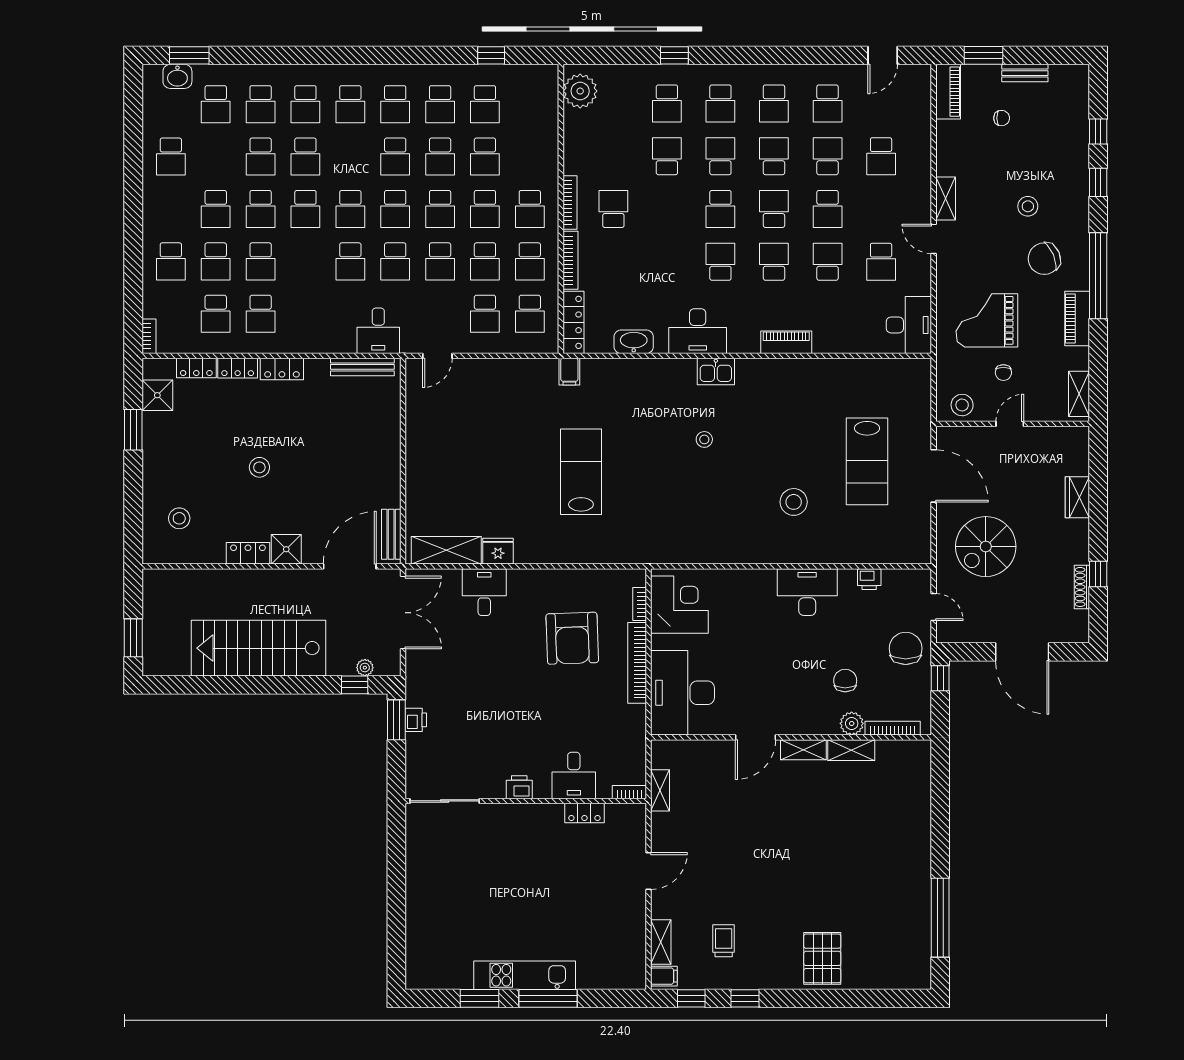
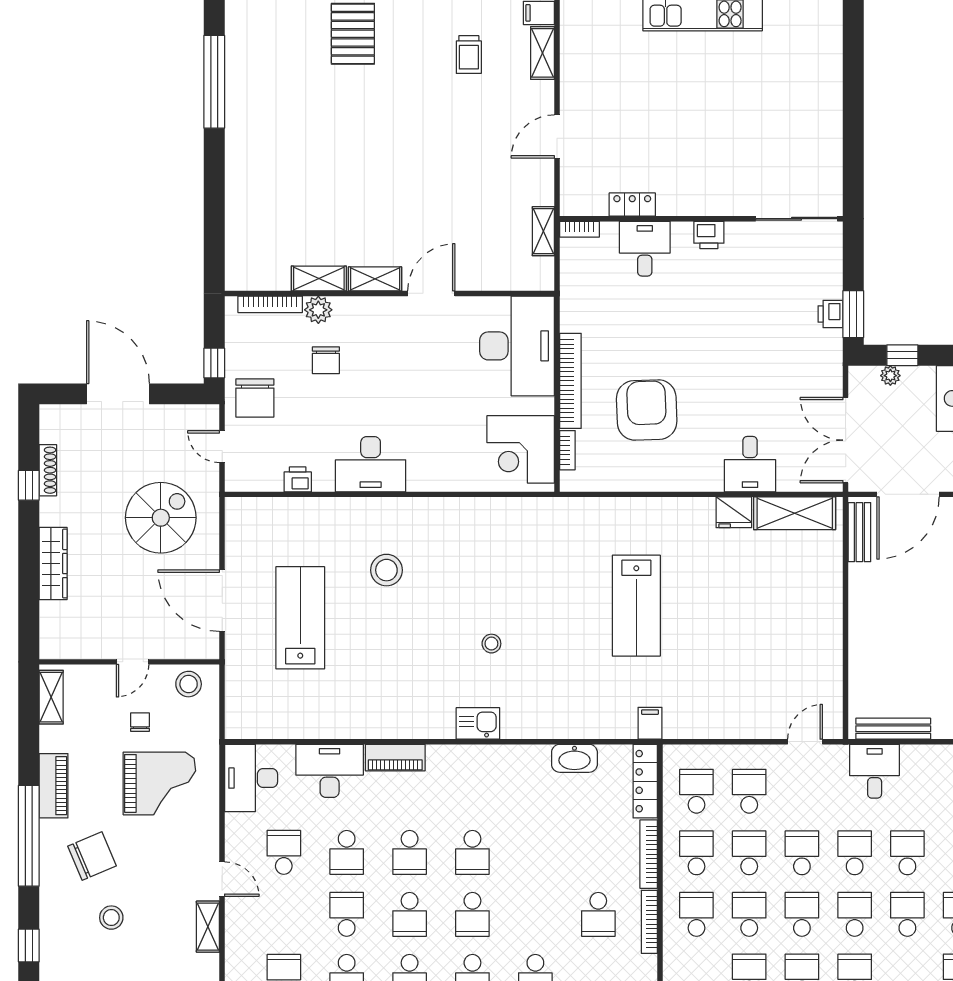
school desk: (720, 209) -> (472, 914), turned 180
desk: (698, 331) -> (330, 771), moved
wardrobe: (1077, 497) -> (53, 564), width x1.50

